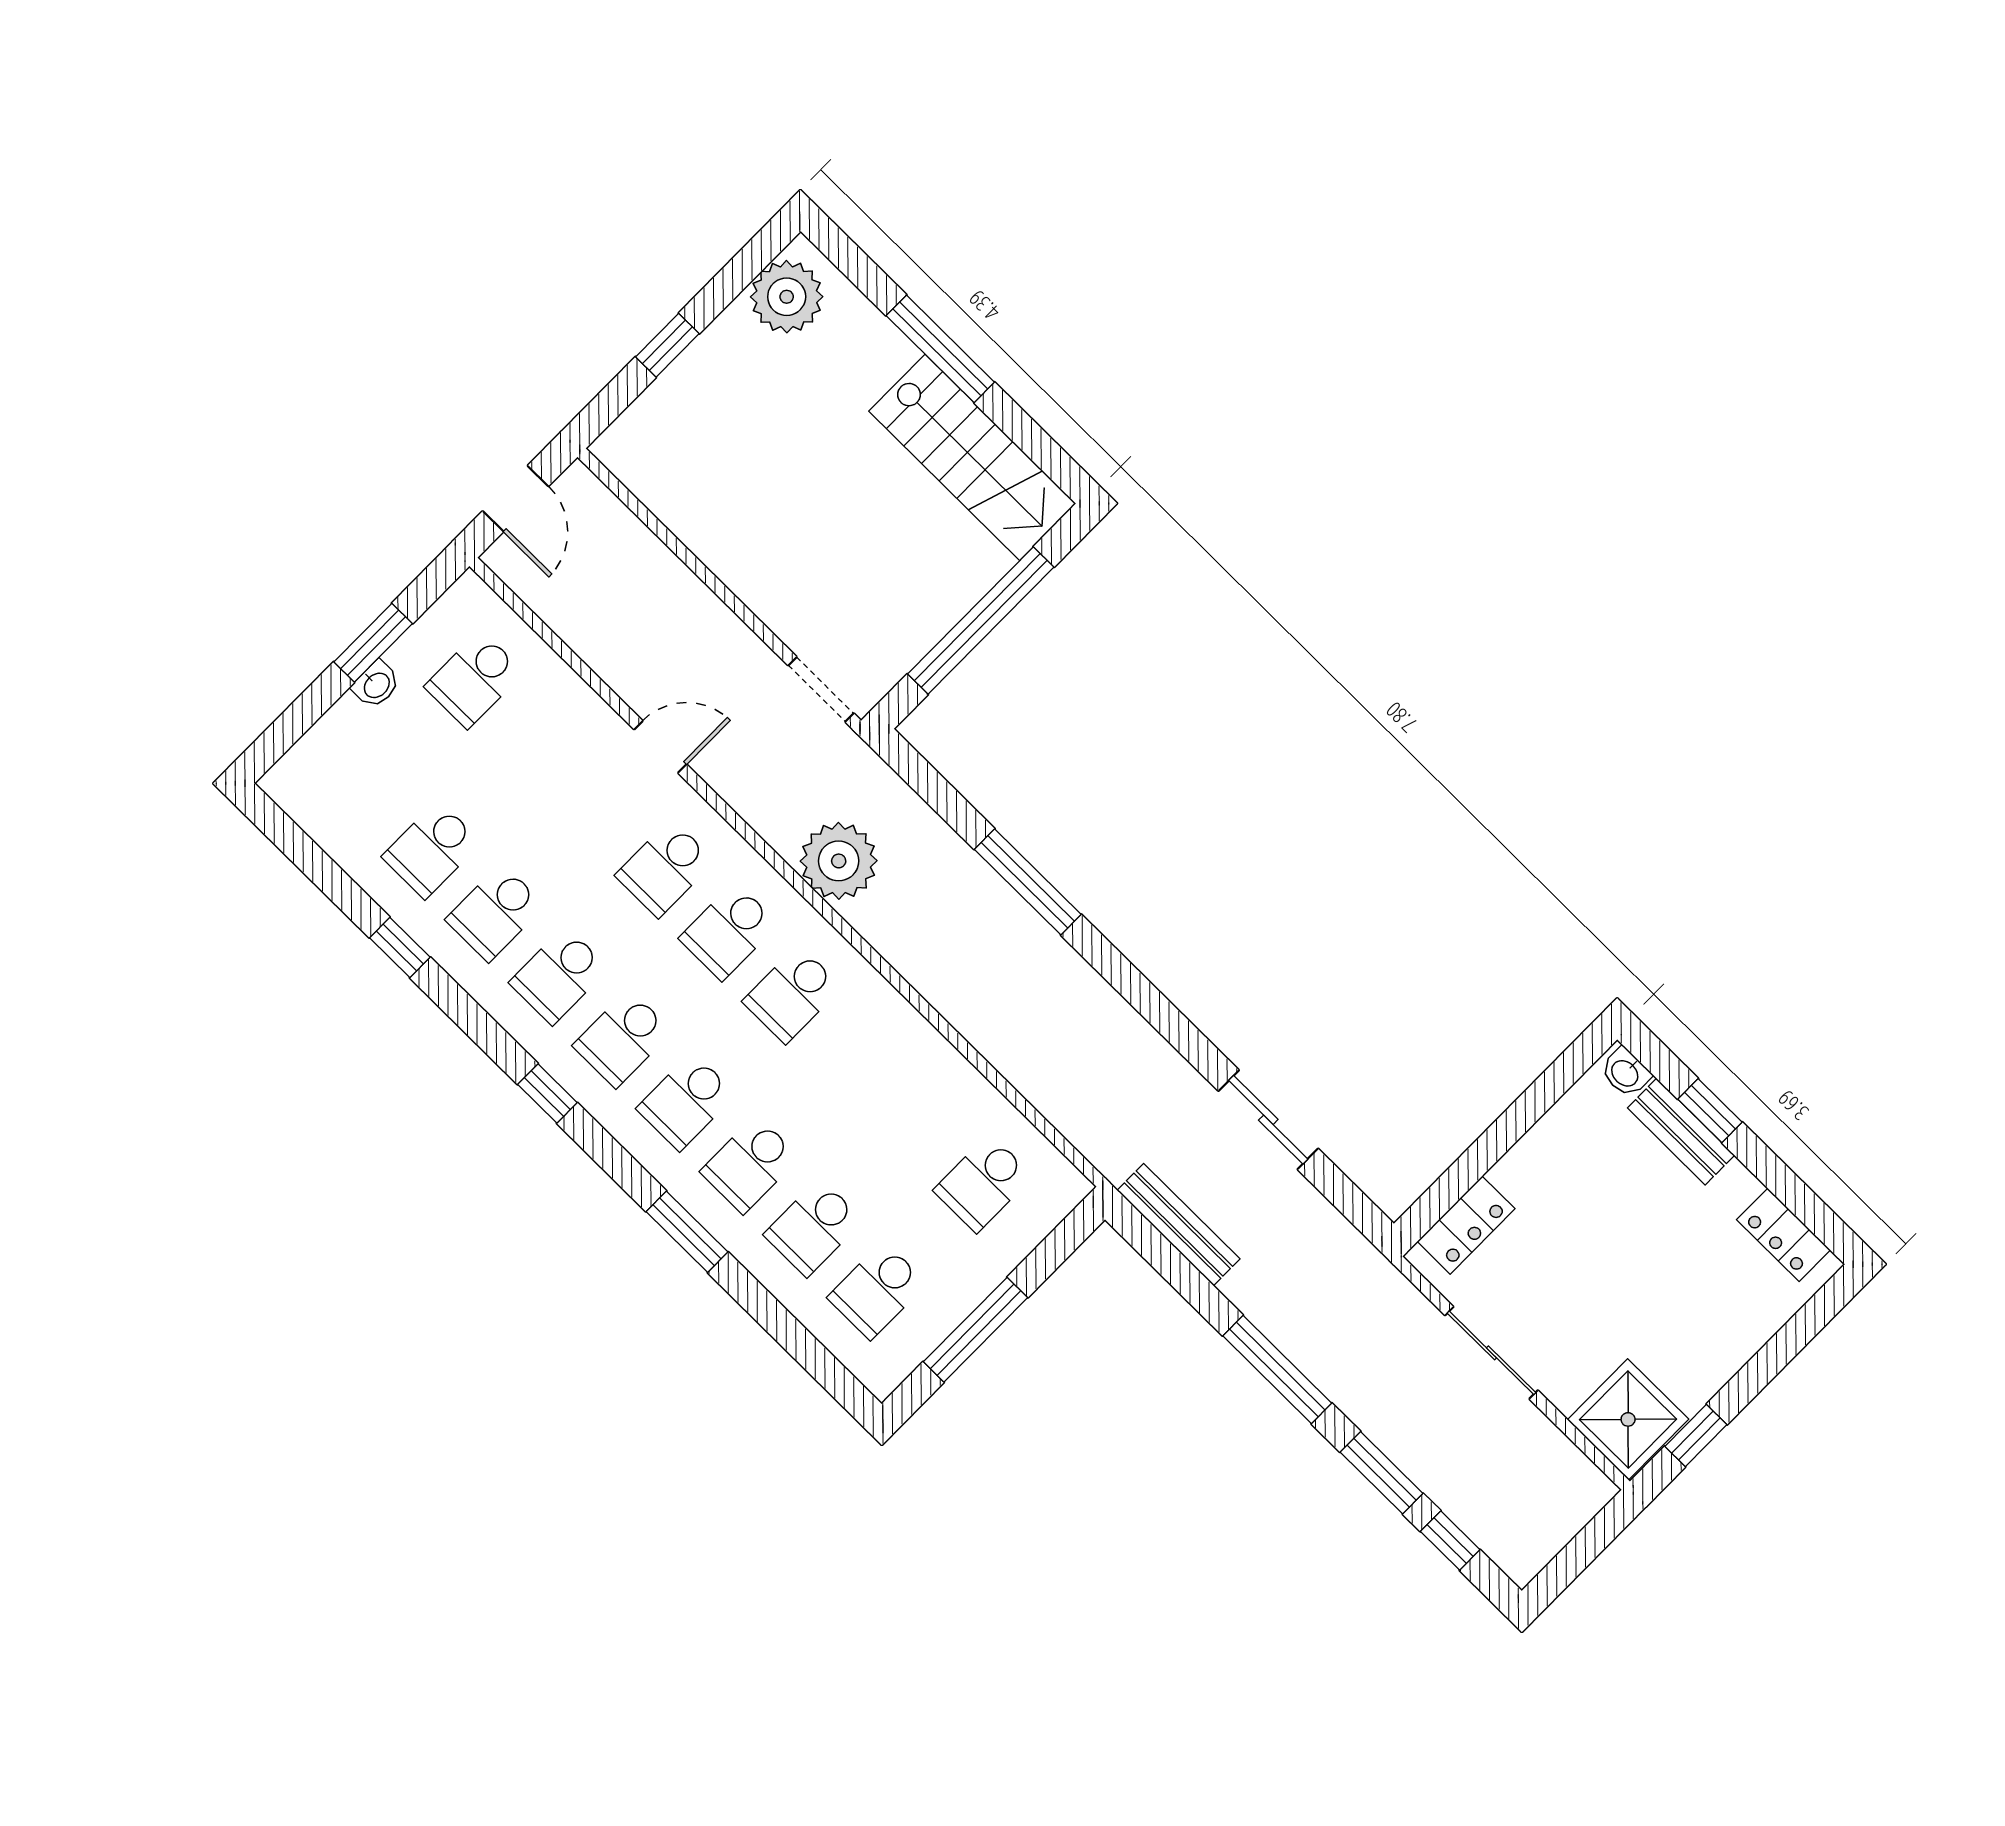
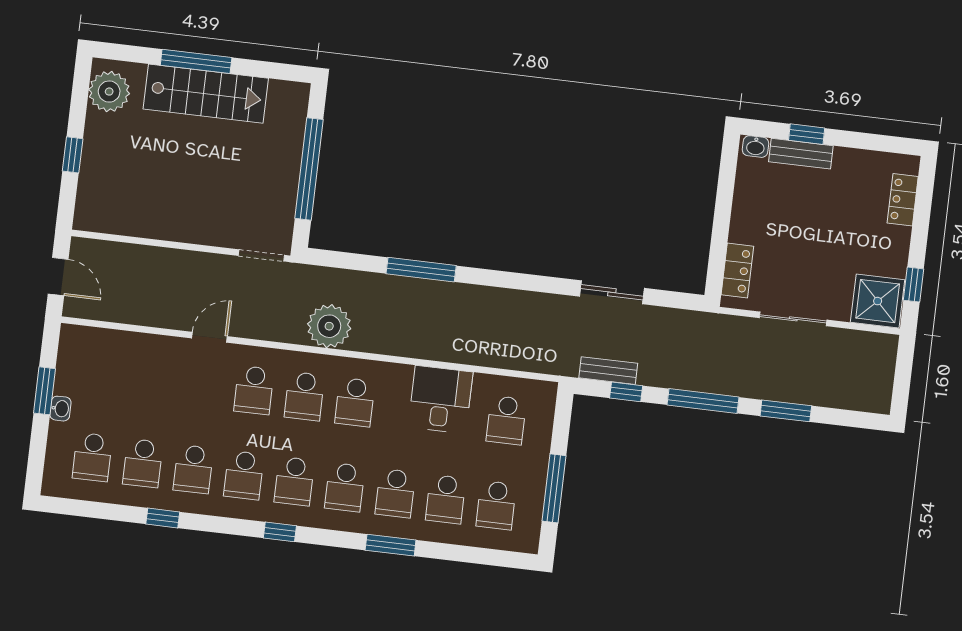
stairs: (972, 457) -> (206, 94), moved
school desk: (474, 679) -> (92, 457), moved
desk: (914, 1083) -> (441, 400), added
bench: (1178, 1225) -> (608, 371), width x0.73
locker: (1783, 1235) -> (903, 200), moved, turned 90
window: (1450, 1541) -> (626, 392), moved

